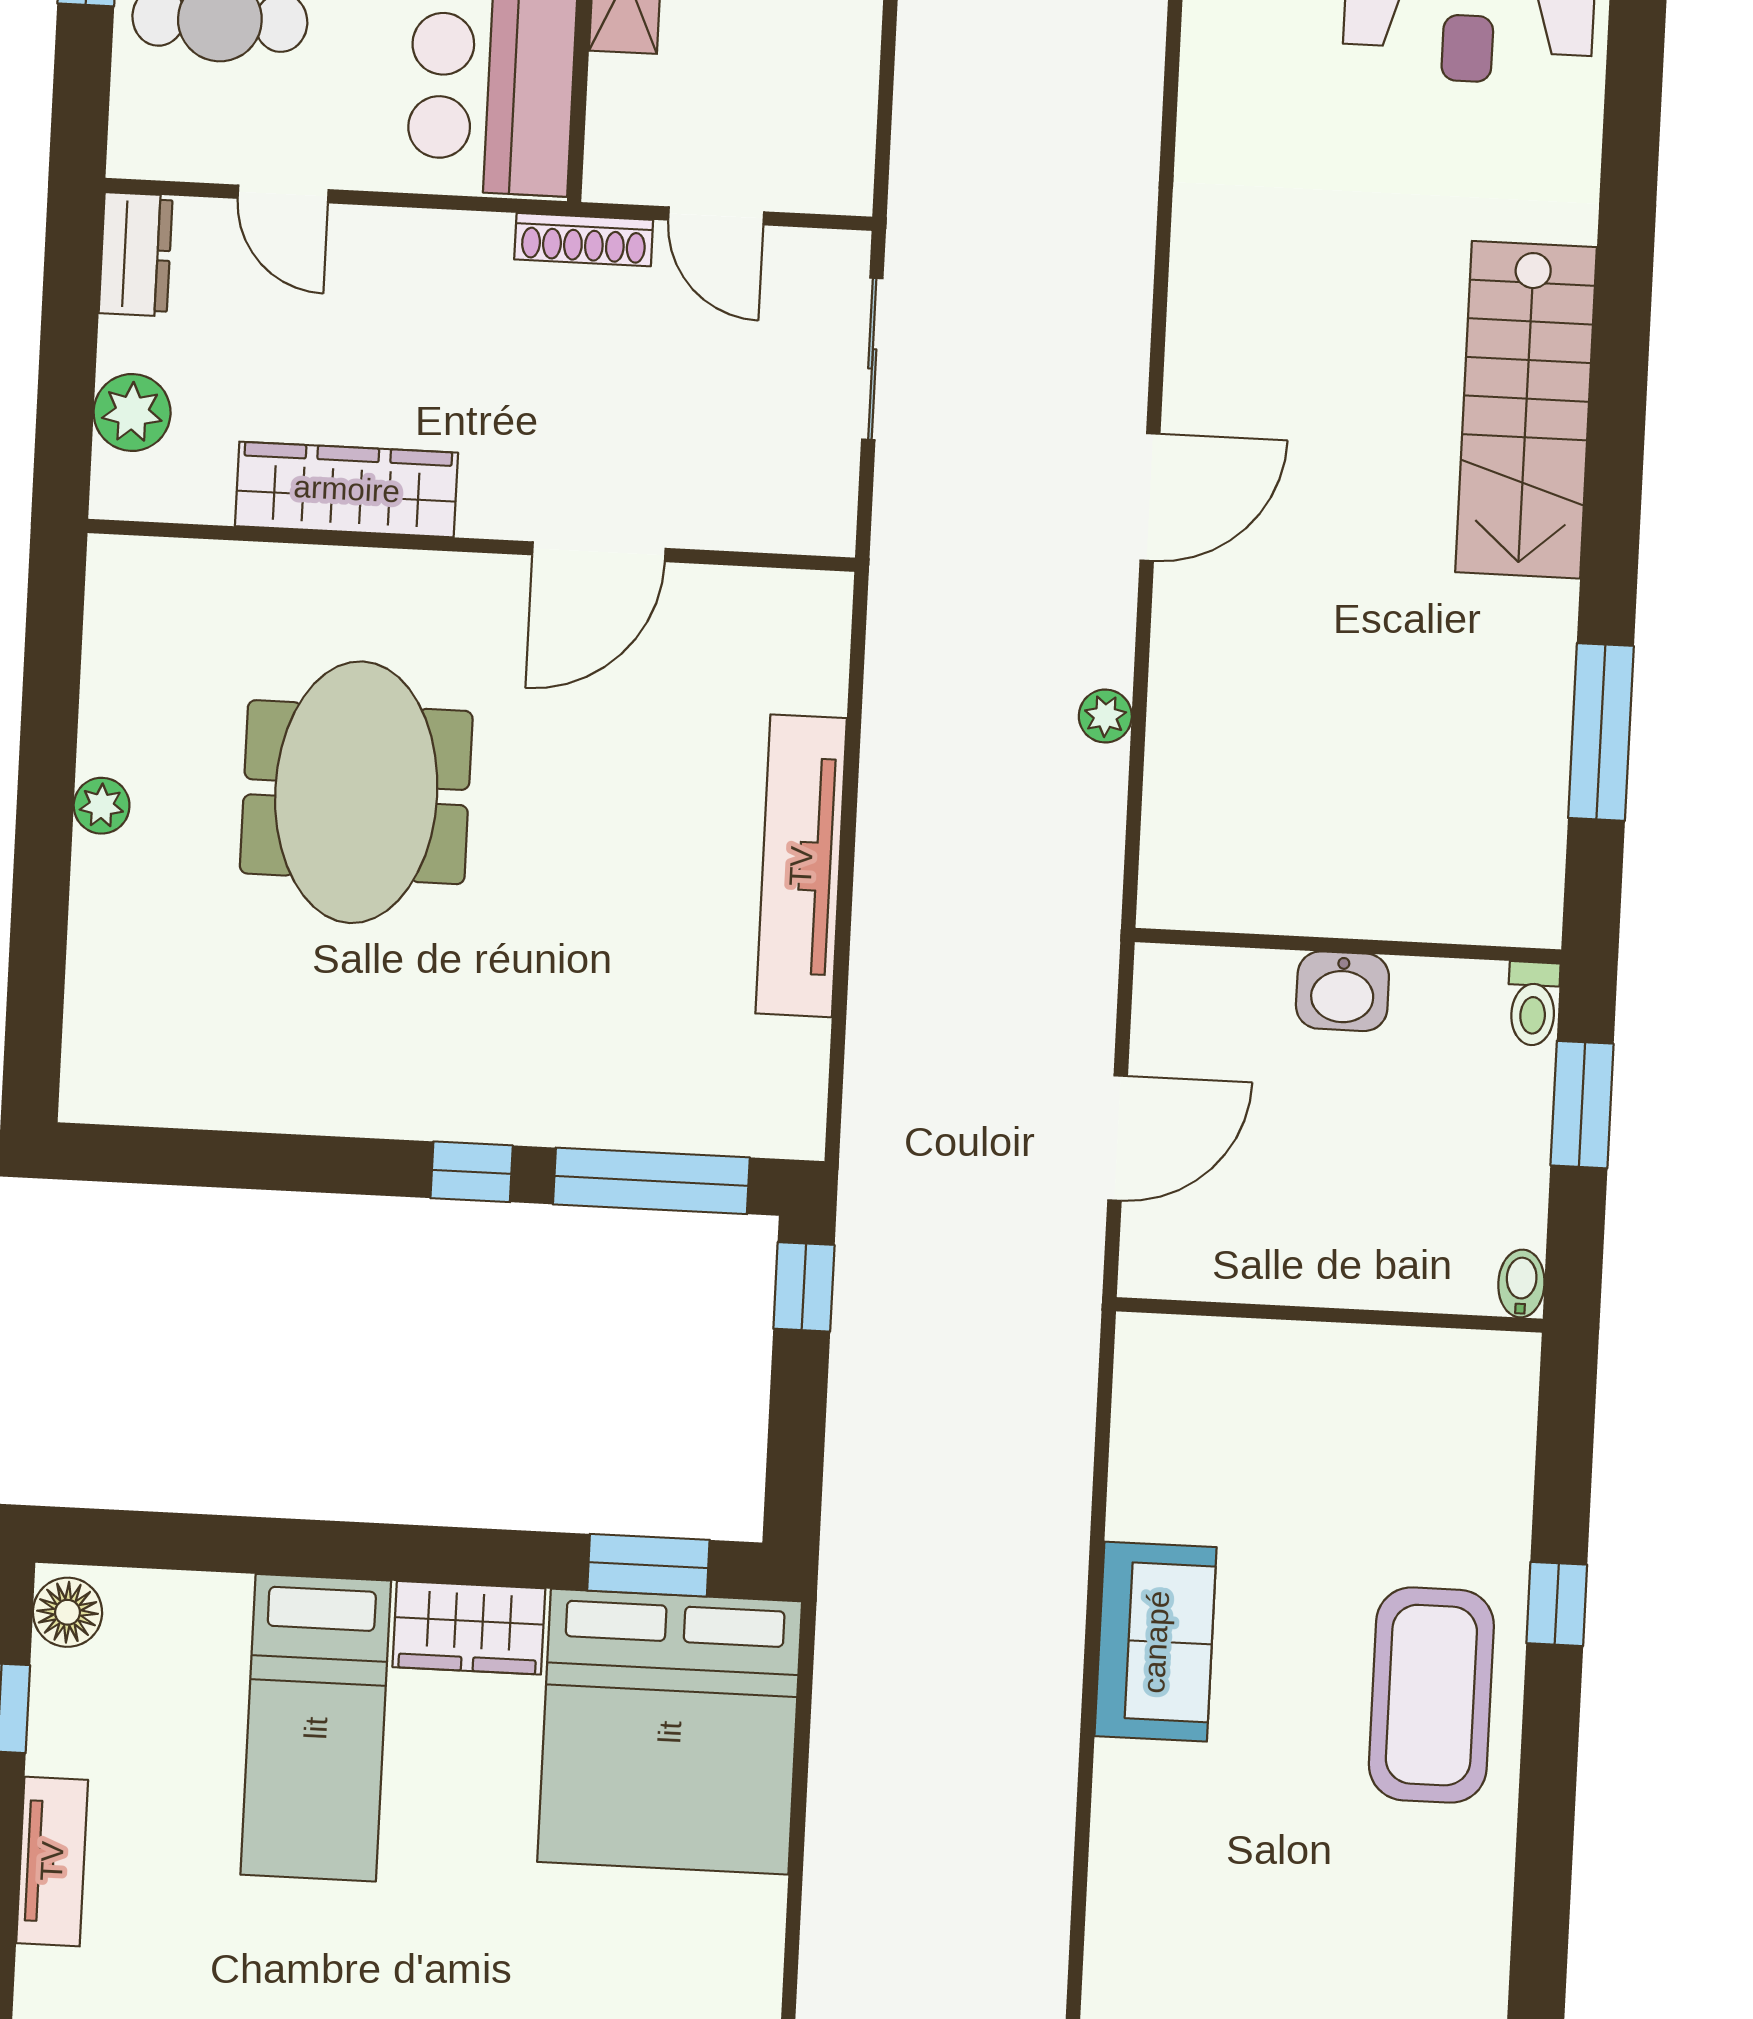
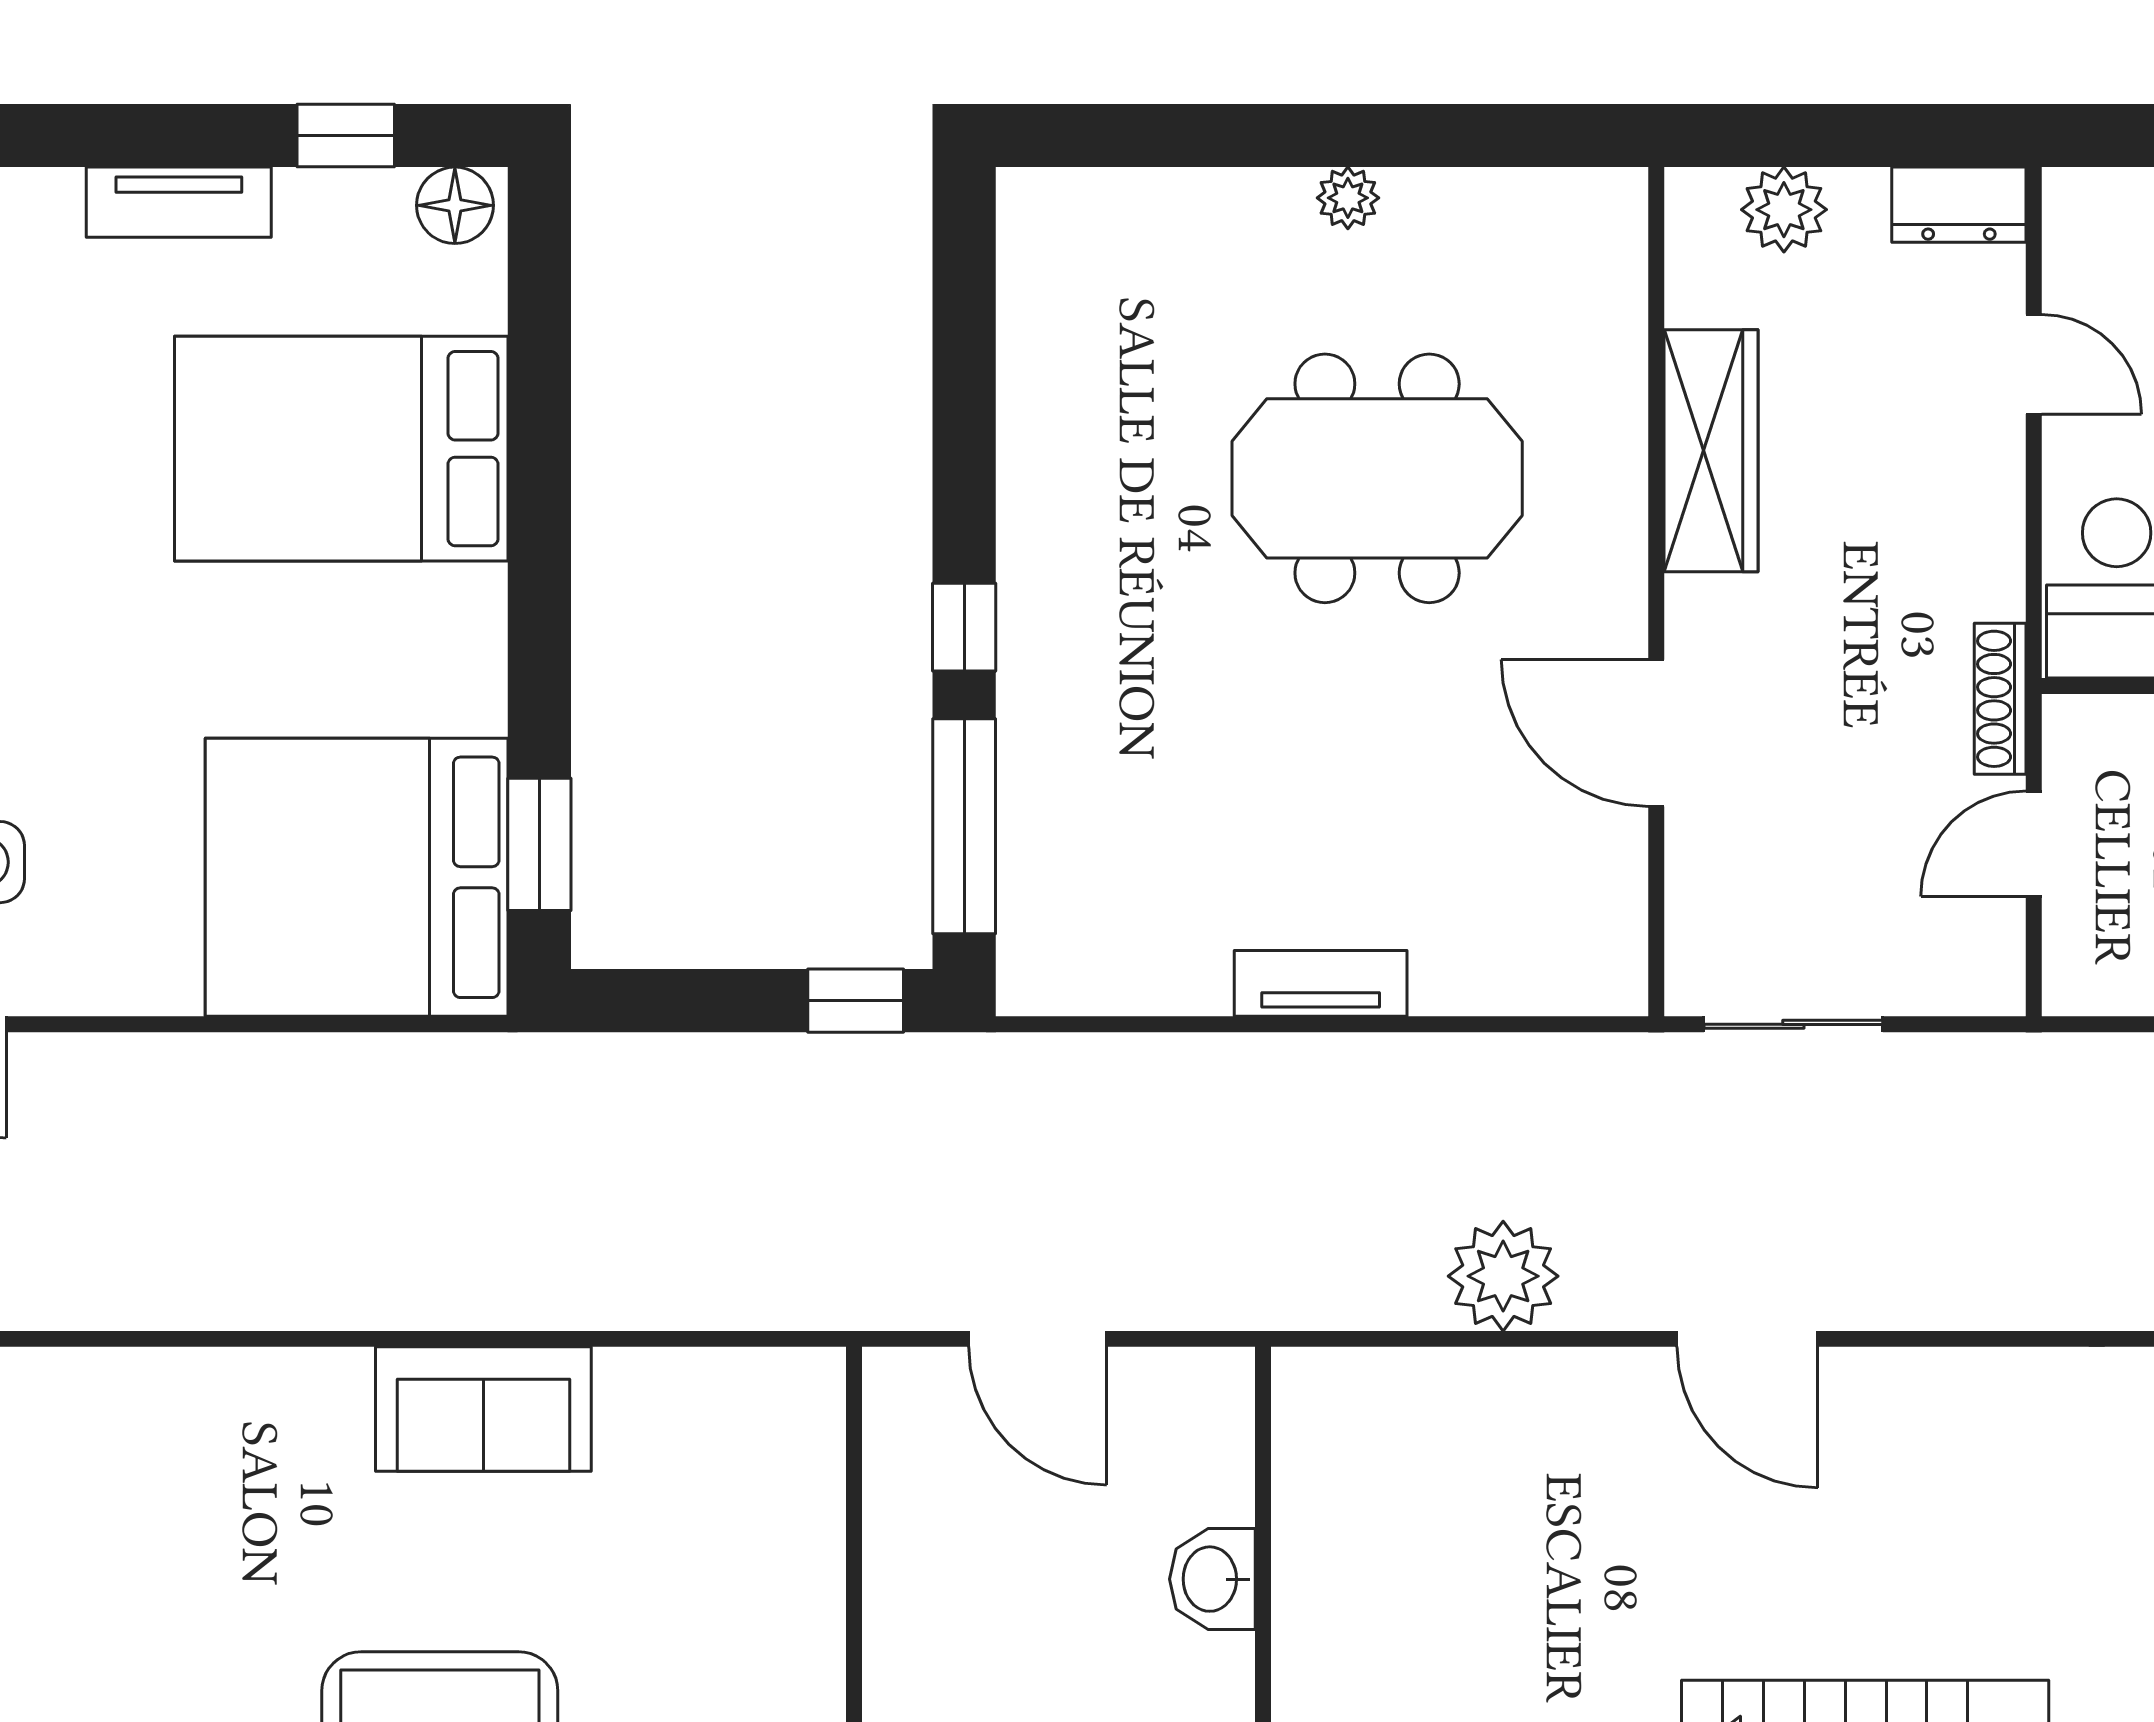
door: (283, 194) -> (2034, 364), swing flipped
sliding door: (872, 359) -> (1793, 1024), moved
plant: (1105, 716) -> (1503, 1276), width x1.88, depth x1.88
tv unit: (801, 866) -> (1321, 983), width x0.52, depth x0.78
wardrobe: (469, 1628) -> (460, 650), removed
bed: (316, 1728) -> (341, 449), width x1.50

